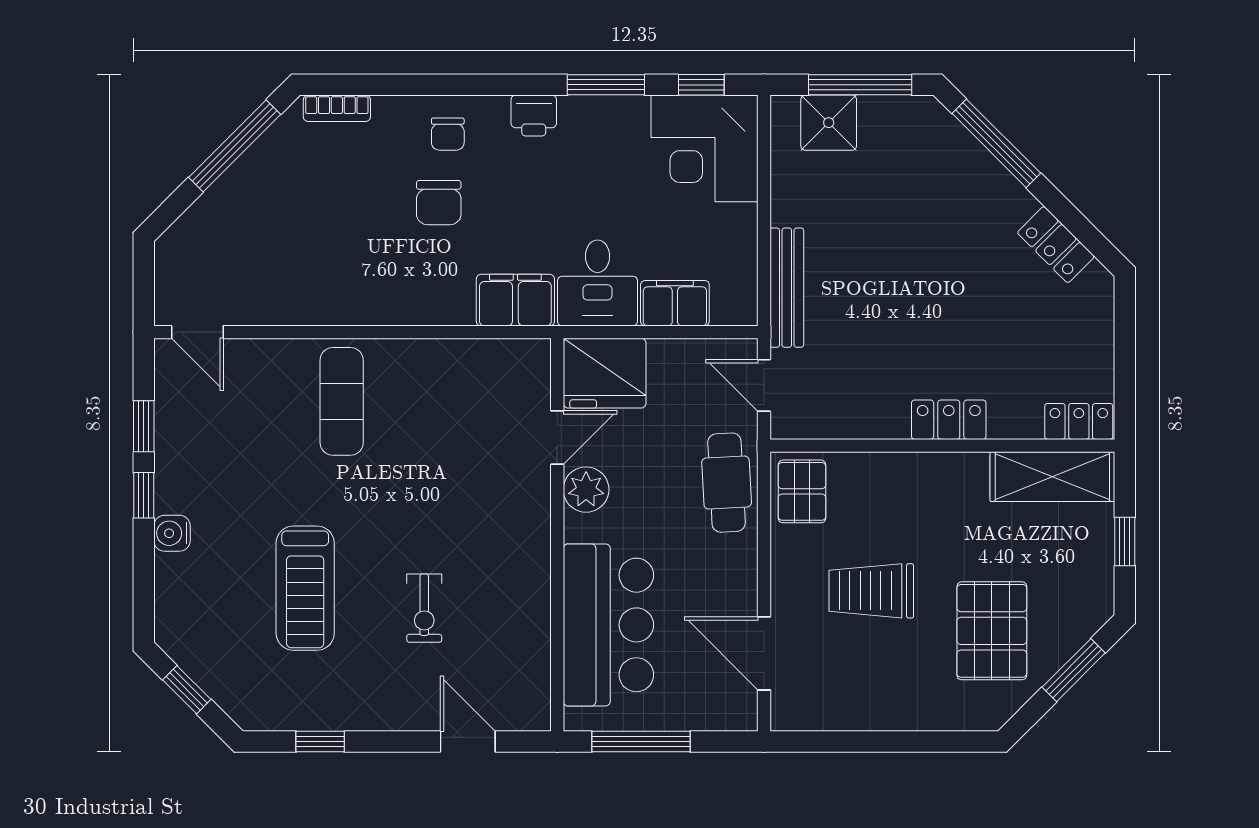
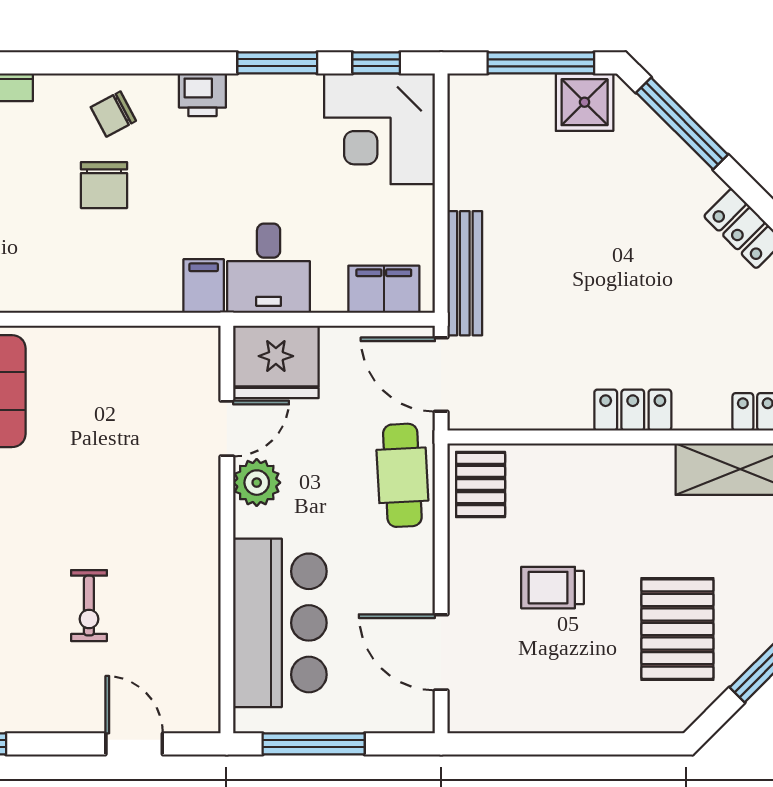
shower: (829, 123) -> (585, 102), moved
chair: (448, 134) -> (113, 114), turned 62
filing cabinet: (515, 300) -> (204, 286), width x0.50
filing cabinet: (675, 303) -> (384, 289), moved
door: (764, 385) -> (441, 375), width x1.38
trolley: (871, 591) -> (552, 588), width x0.73, depth x0.72

